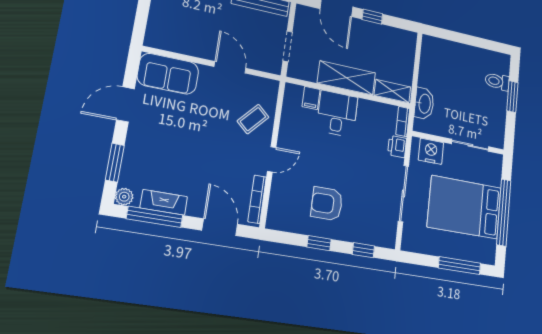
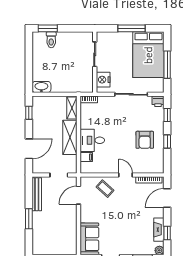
window: (372, 17) -> (29, 113), moved
door: (230, 67) -> (78, 195), moved
window: (512, 97) -> (48, 28), moved
washbasin: (424, 104) -> (41, 87), moved
printer: (397, 146) -> (158, 101), moved
bed: (464, 207) -> (148, 55), moved
window: (504, 212) -> (132, 28), width x0.68
window: (155, 217) -> (167, 233), width x0.46
window: (460, 266) -> (167, 65), moved

